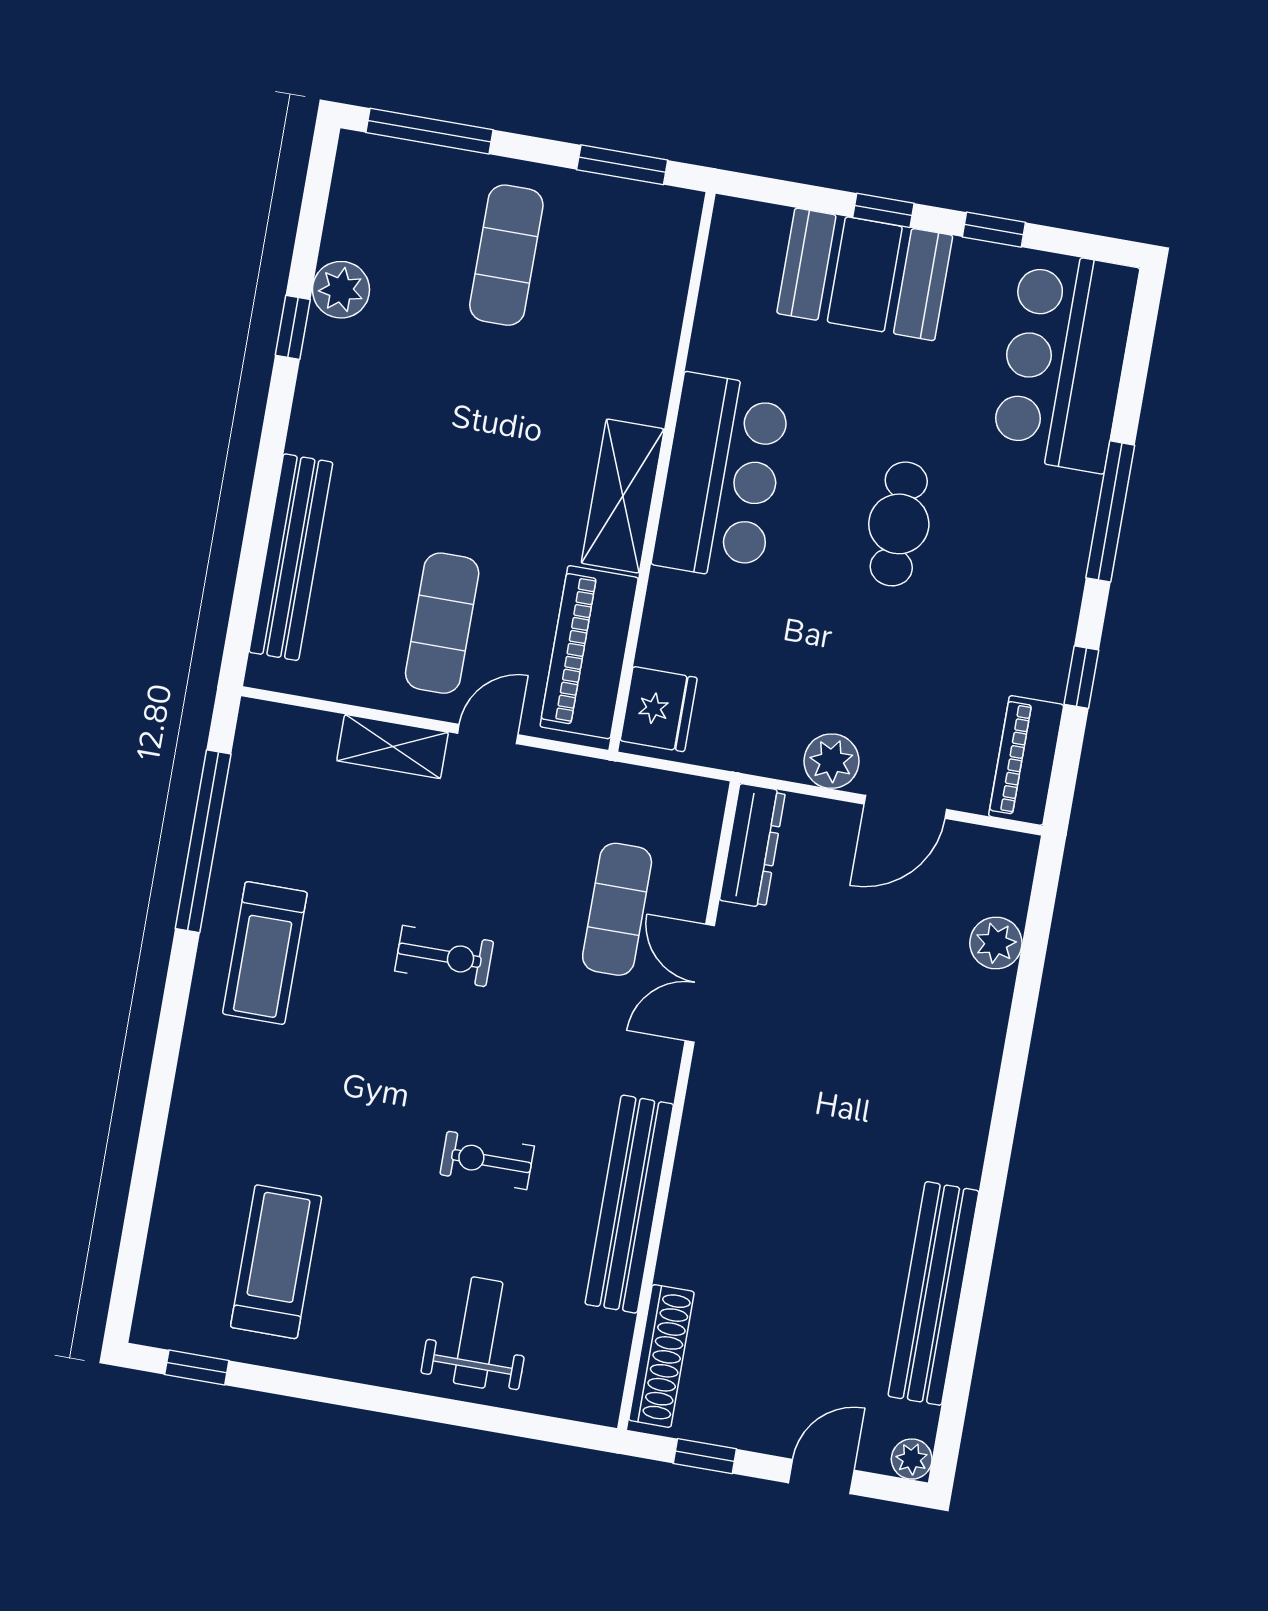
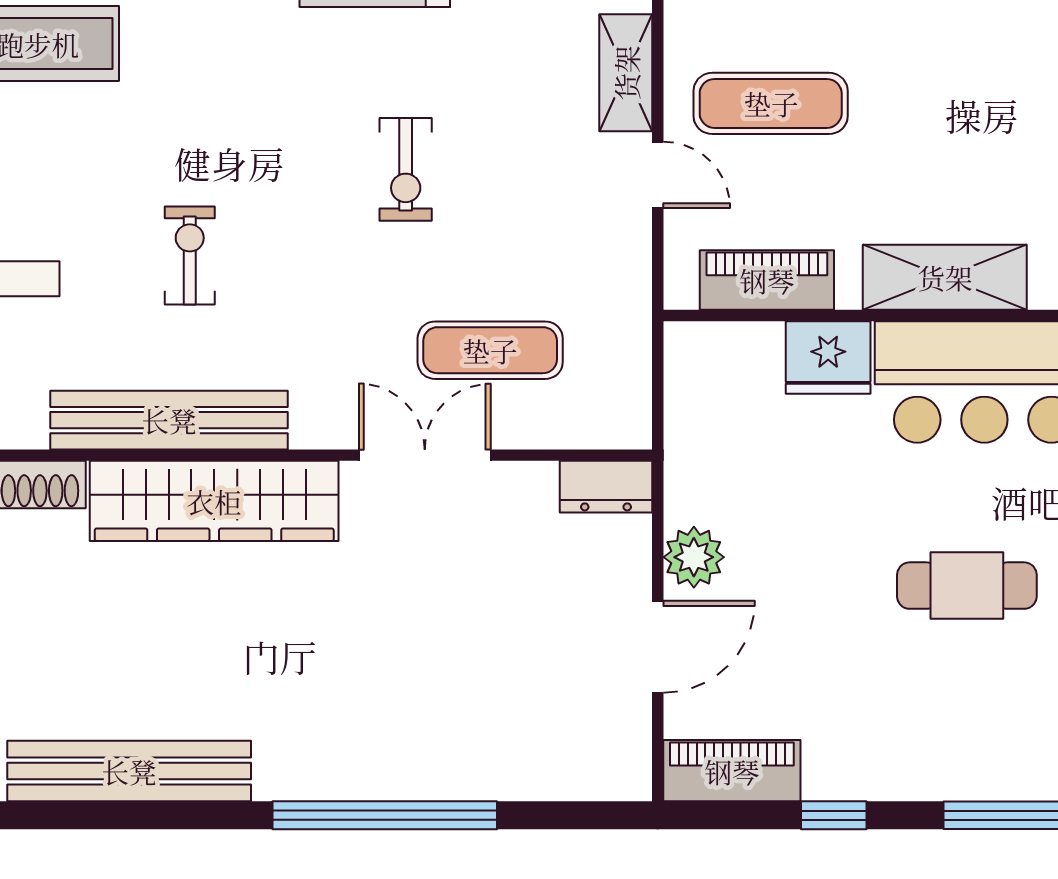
piano: (589, 652) -> (767, 280), width x0.73, depth x0.75
fridge: (659, 709) -> (828, 358), moved
door: (905, 807) -> (658, 647), swing flipped
dresser: (753, 846) -> (606, 487), width x0.70
plant: (996, 943) -> (526, 772), removed
window: (1012, 1074) -> (385, 815), added
wardrobe: (708, 1177) -> (214, 501), added

